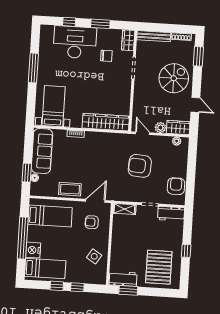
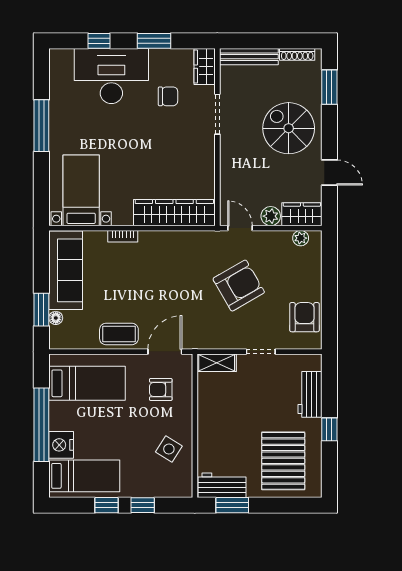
spiral stairs: (174, 78) -> (289, 128), turned -90
armchair: (140, 166) -> (239, 286), turned 146
workbench: (171, 214) -> (310, 394), moved, turned 90

